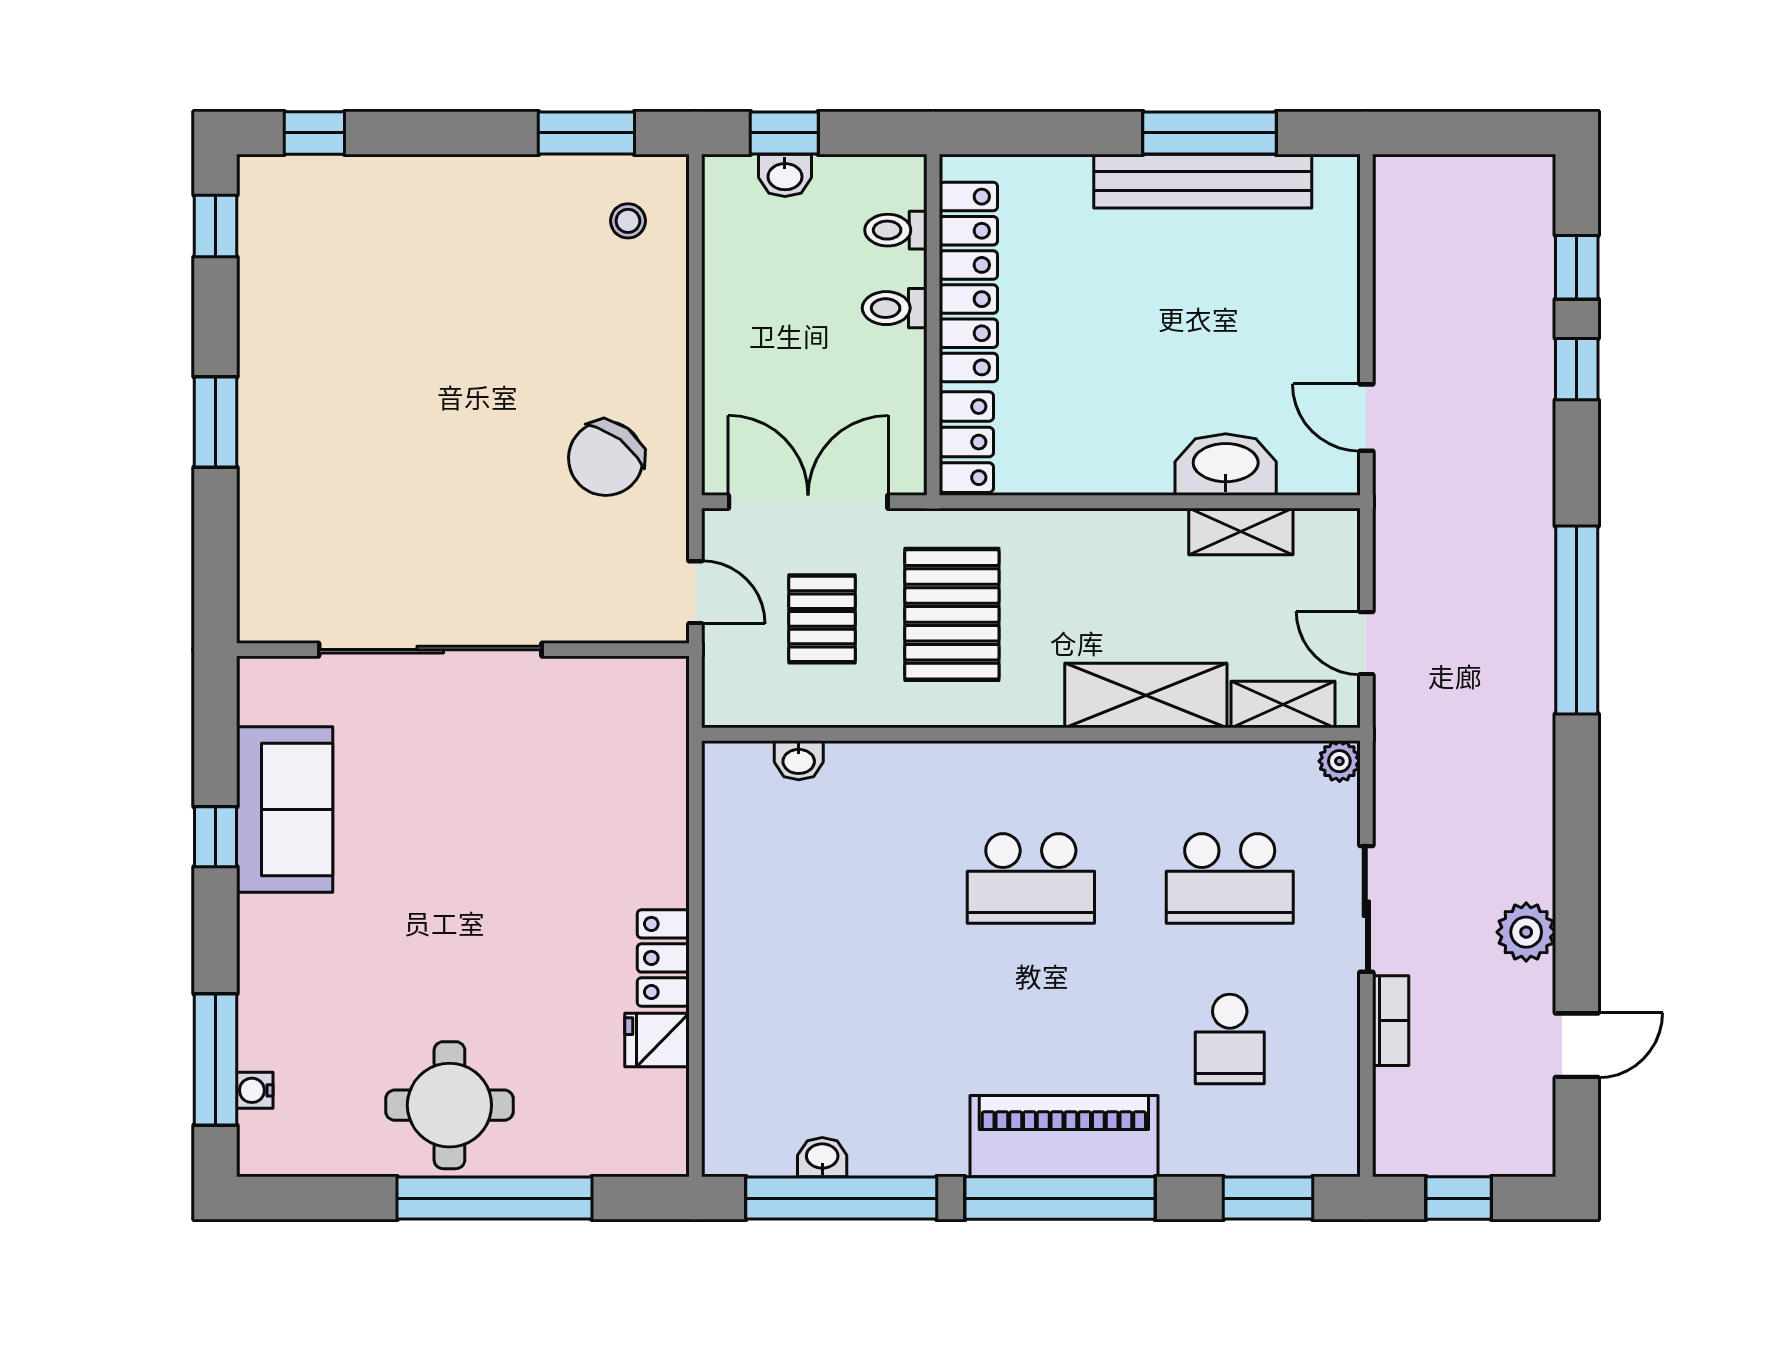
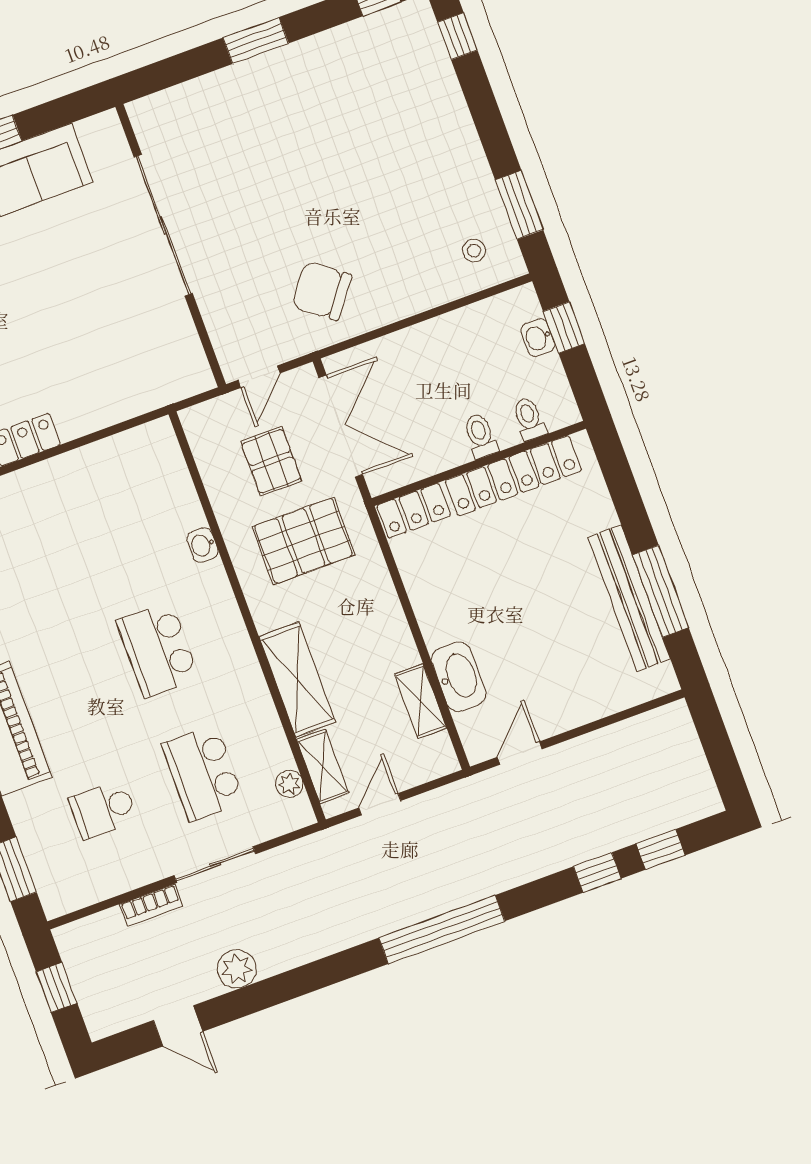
pallet: (822, 619) -> (271, 461), turned 90
washbasin: (799, 760) -> (203, 545), moved
plant: (1339, 761) -> (289, 784), moved

